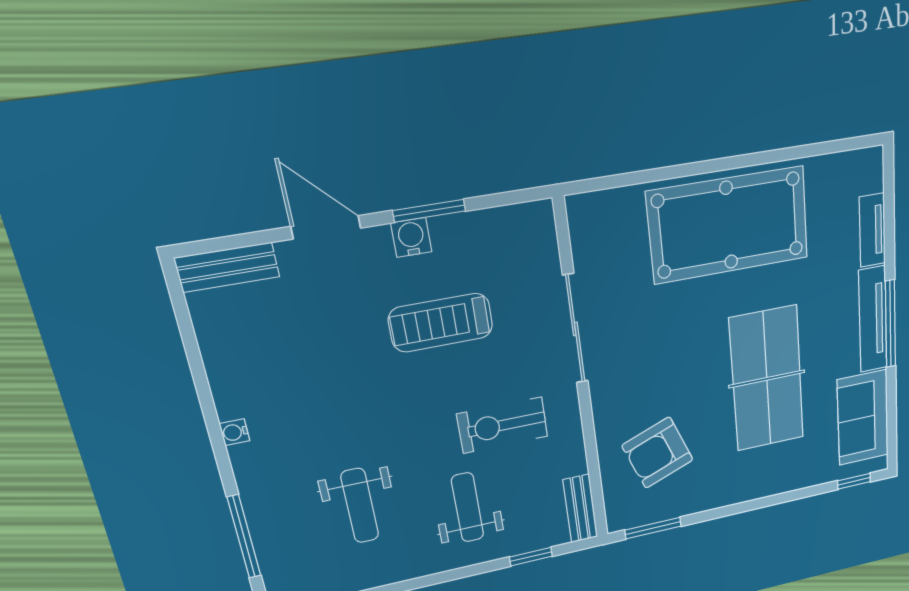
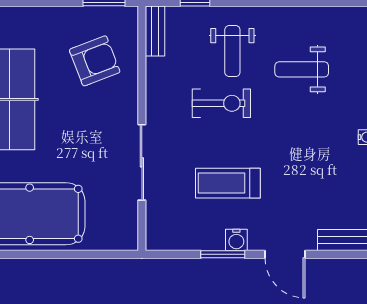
treadmill: (441, 323) -> (228, 183), turned 180
exercise bike: (503, 425) -> (221, 103), moved
weight bench: (360, 506) -> (302, 69), turned -90

